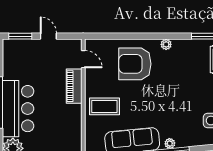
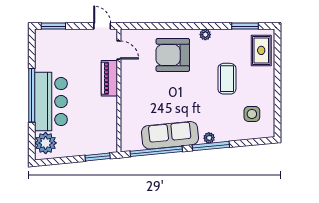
door: (48, 36) -> (102, 26), moved
coffee table: (104, 106) -> (227, 79), moved, turned 90

